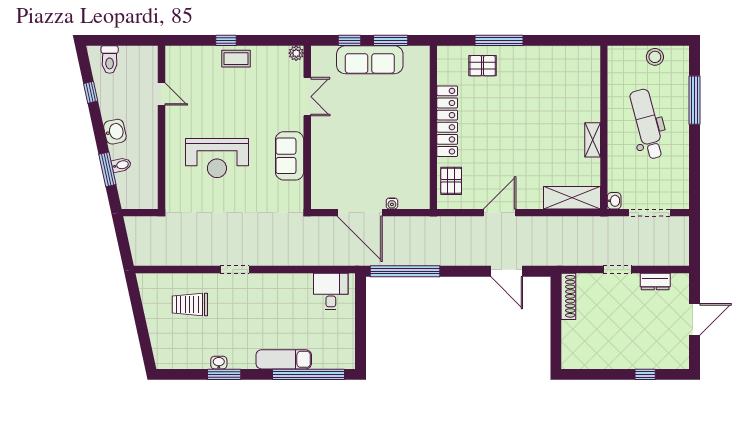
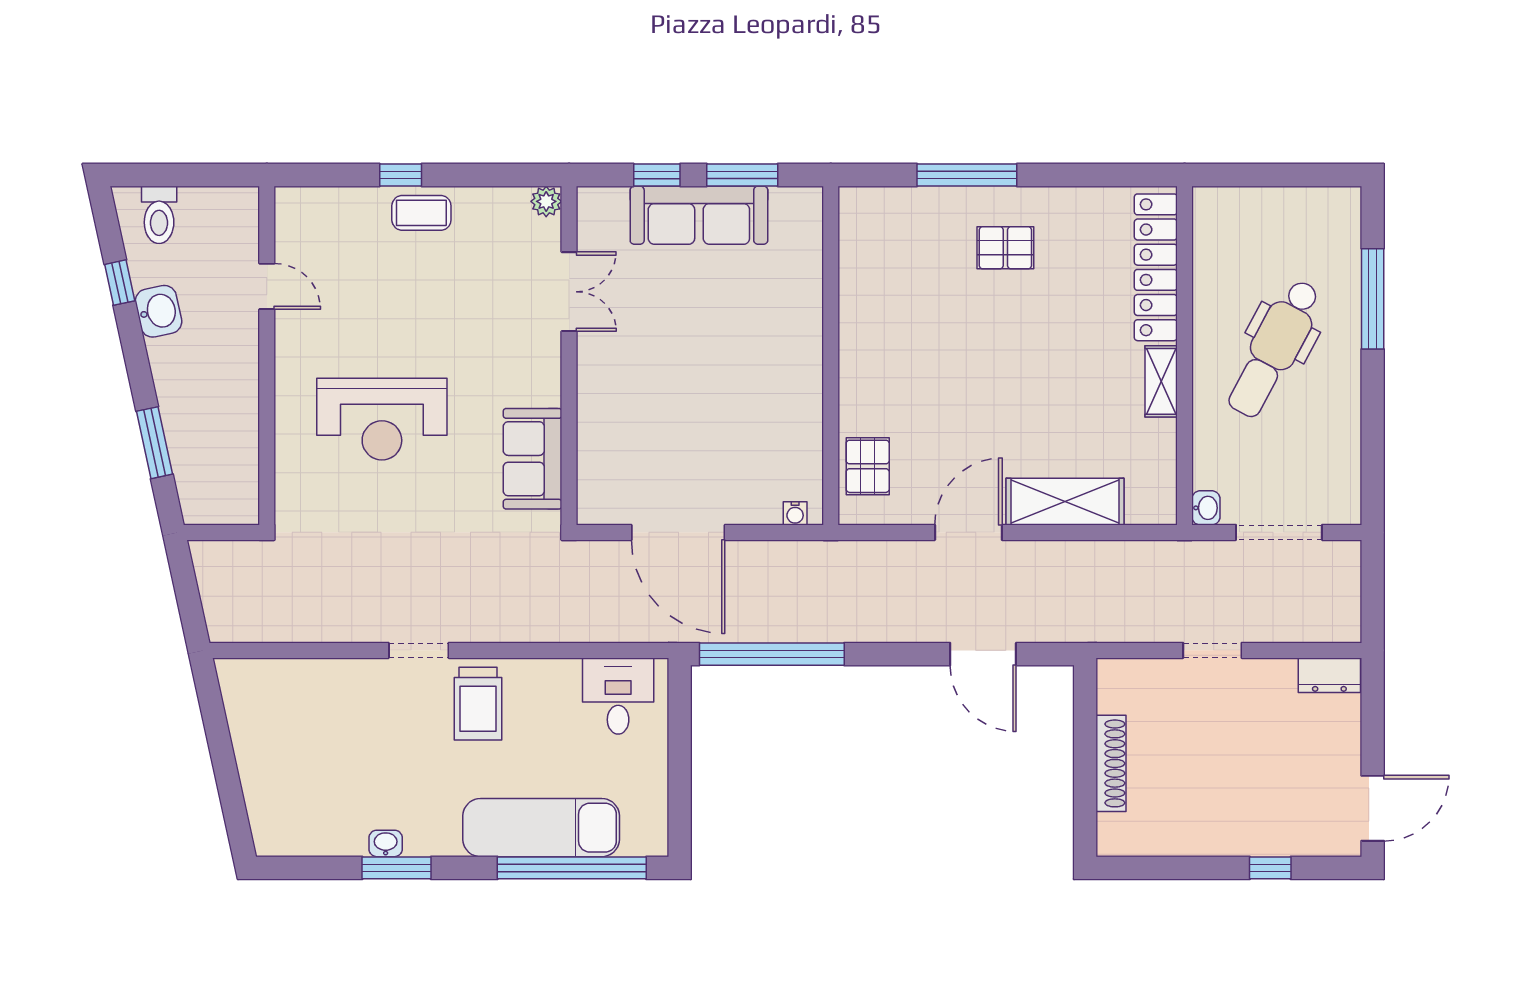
stool: (655, 57) -> (1290, 209), removed
pallet: (483, 66) -> (1005, 248), moved
locker: (447, 121) -> (1156, 267), moved, turned 180
dental chair: (647, 124) -> (1274, 349), turned -137
washbasin: (115, 132) -> (159, 311), moved
sofa: (290, 156) -> (533, 459), moved
bidet: (121, 165) -> (183, 433), removed
shelving: (572, 198) -> (1065, 502), moved
water cooler: (392, 203) -> (795, 513), moved
dresser: (655, 281) -> (1329, 675), moved
shoe rack: (568, 296) -> (1111, 763), moved
trolley: (190, 304) -> (478, 704), moved, turned -90
door: (694, 319) -> (1373, 808), moved
exam couch: (284, 359) -> (541, 828), width x1.36, depth x1.45

